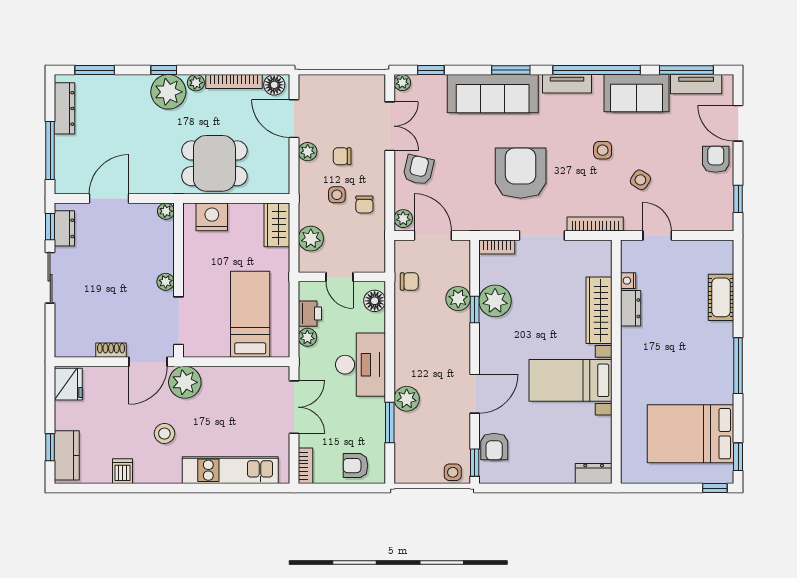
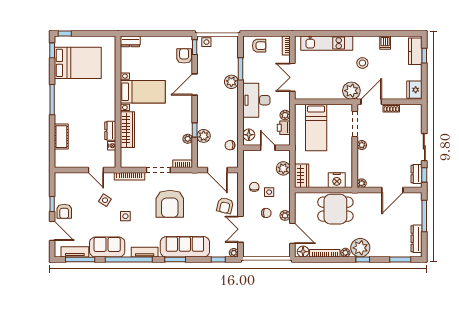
window: (738, 199) -> (52, 204), moved
plant: (403, 219) -> (233, 179), removed
plant: (495, 301) -> (188, 139), width x0.53, depth x0.53

